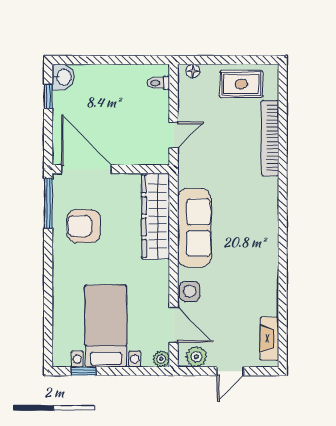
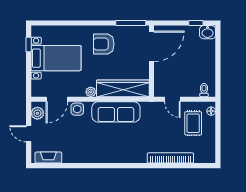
rug: (241, 84) -> (193, 123), moved
armchair: (84, 226) -> (104, 44), moved, turned -90
plant: (161, 359) -> (91, 92), moved

